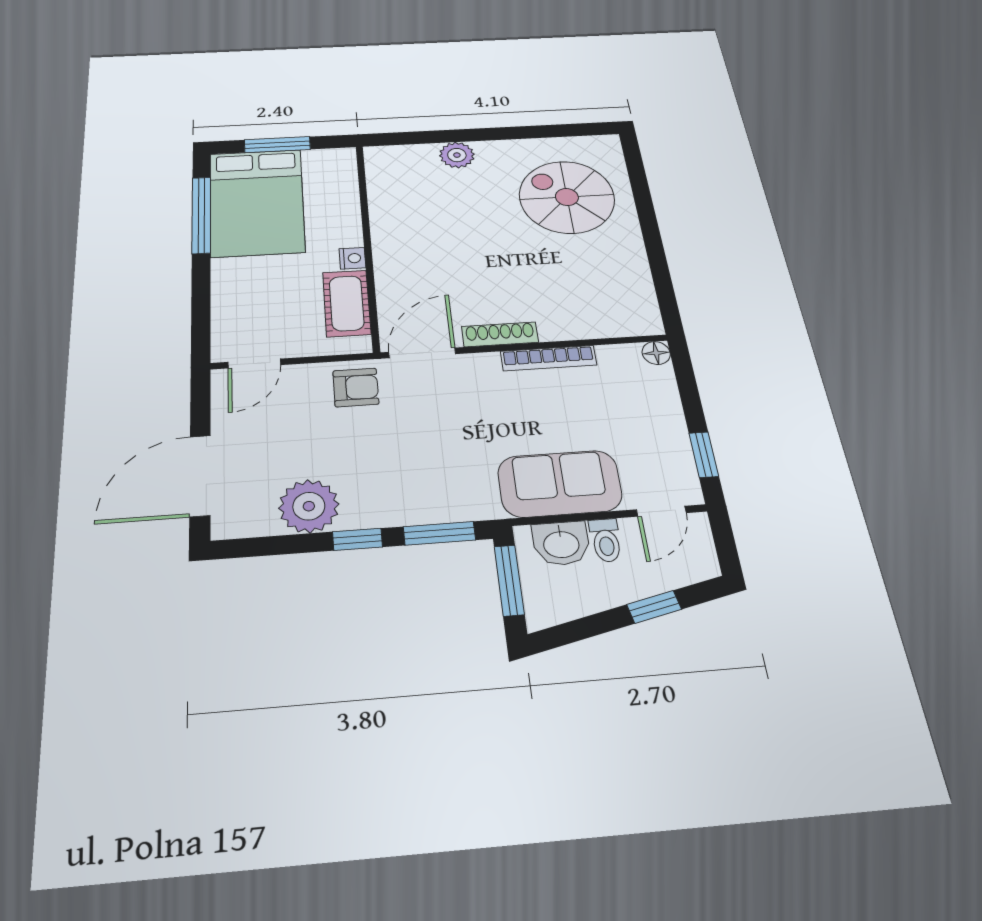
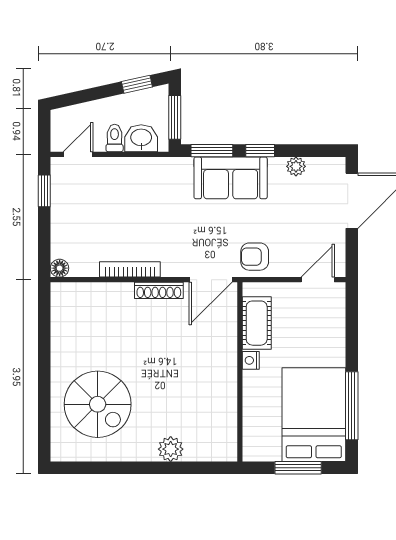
sofa: (560, 484) -> (231, 178), moved
plant: (309, 506) -> (296, 166), width x0.53, depth x0.53
window: (654, 607) -> (137, 84), moved

